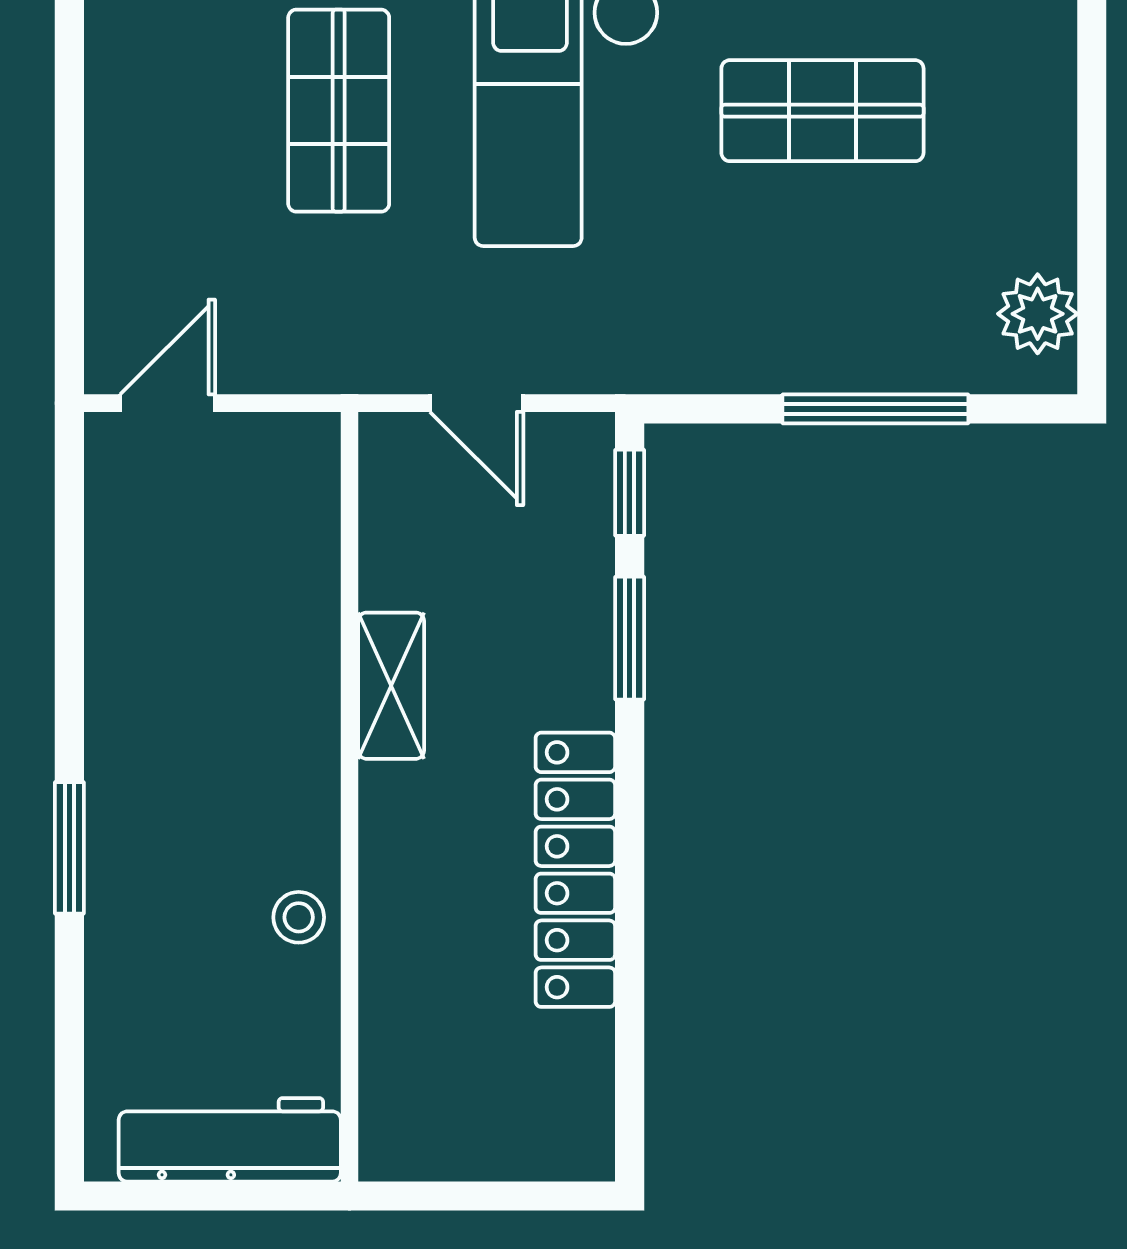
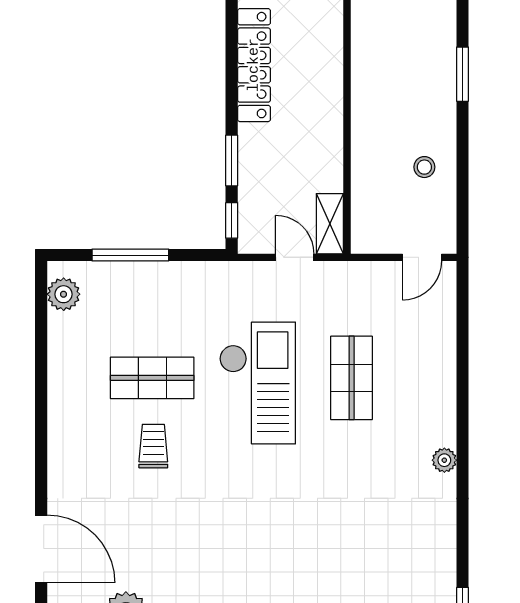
shelving: (391, 686) -> (330, 224), moved
stool: (299, 917) -> (424, 167), moved

